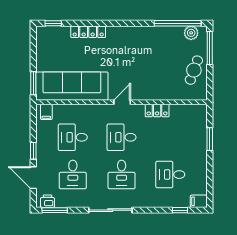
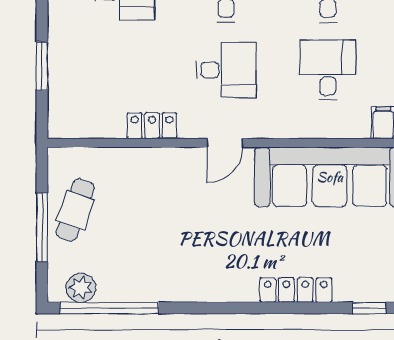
window: (210, 48) -> (42, 228), moved
desk: (73, 137) -> (328, 70), turned -90

